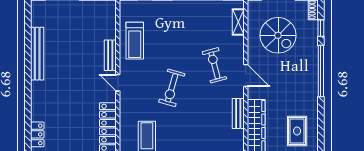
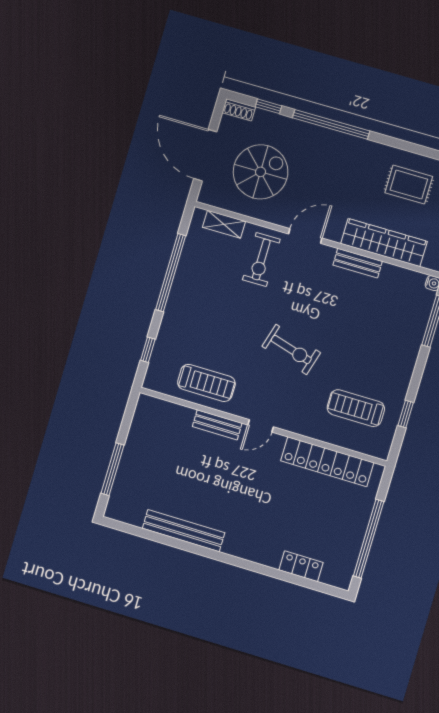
exercise bike: (214, 65) -> (261, 259), moved, turned -75

